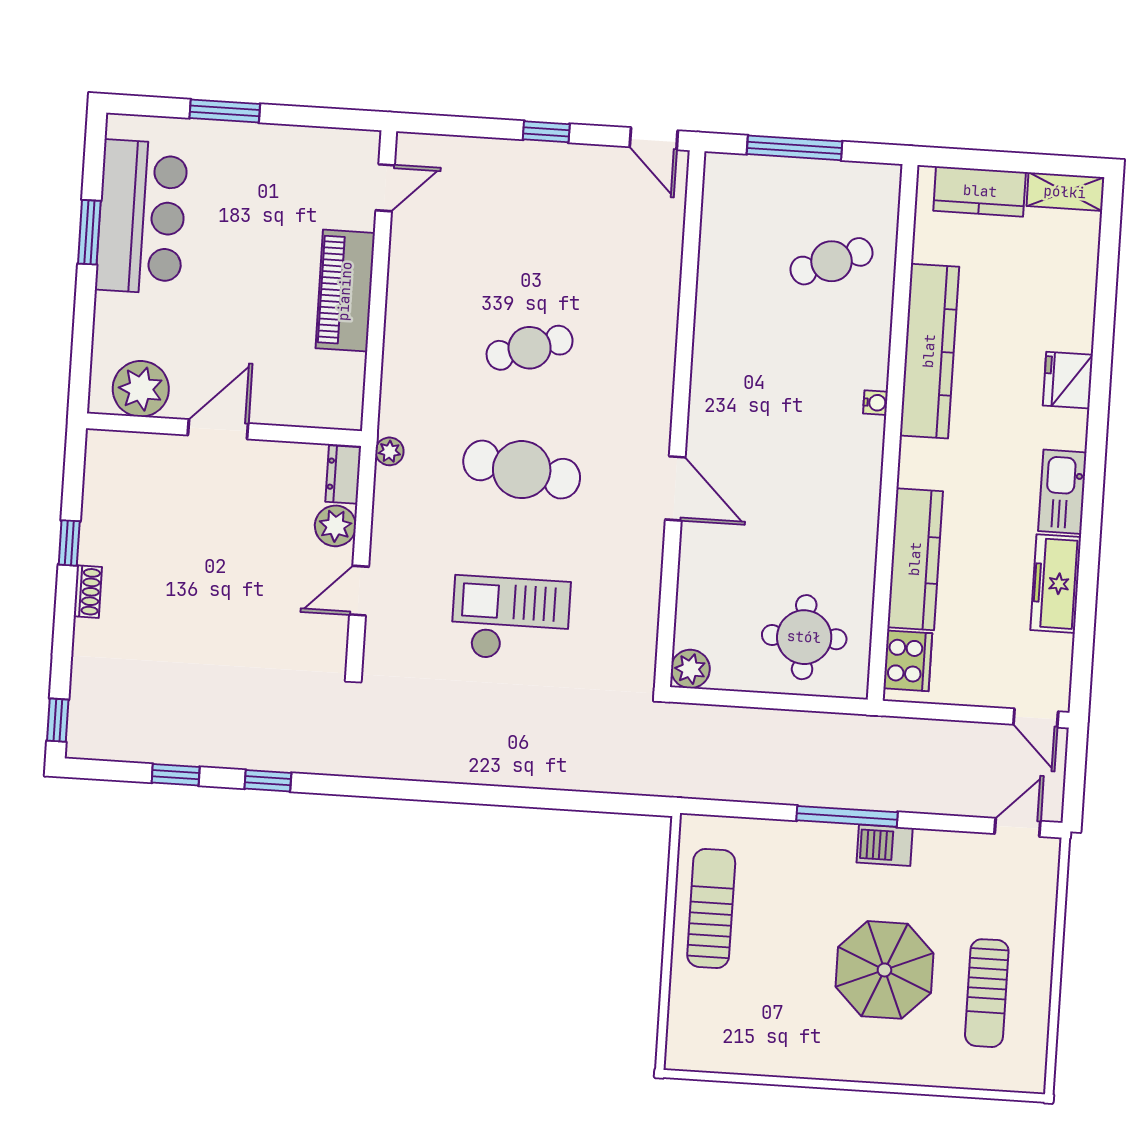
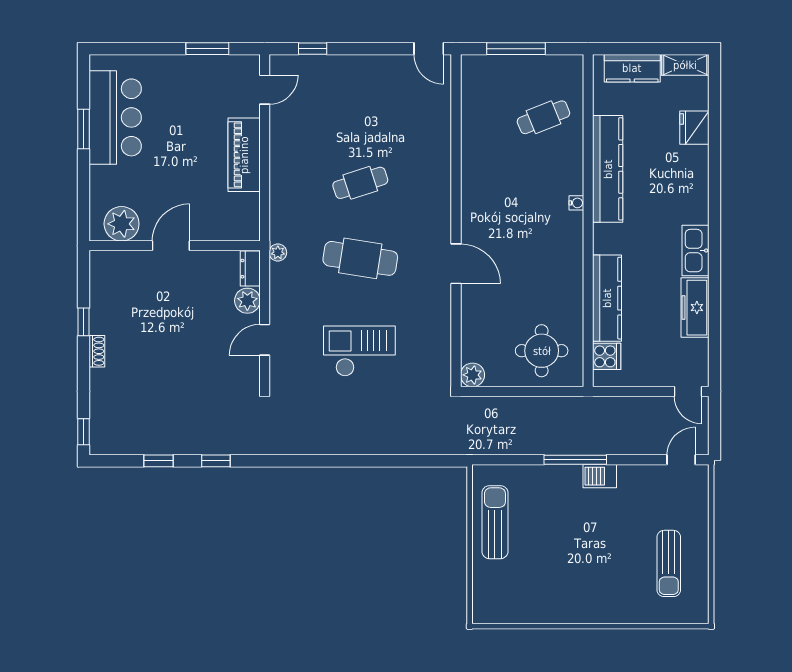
window: (225, 111) -> (207, 49), moved
window: (546, 132) -> (313, 49), moved
fridge: (1068, 380) -> (694, 128), moved
cooker: (908, 661) -> (607, 356), width x0.73
parasol: (884, 970) -> (605, 553), removed

